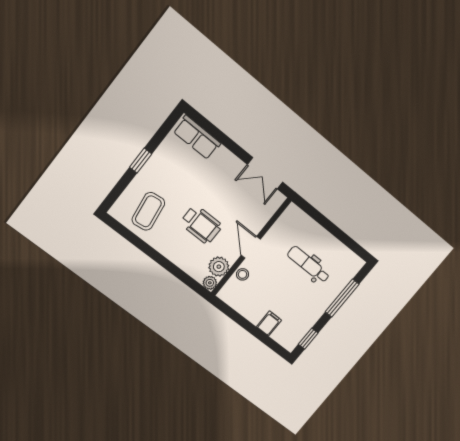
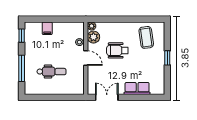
row of seats: (197, 137) -> (137, 88), moved

